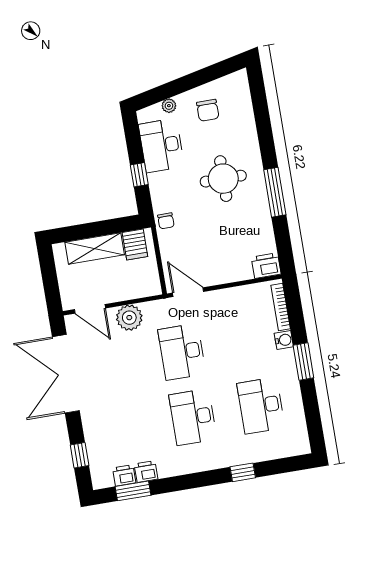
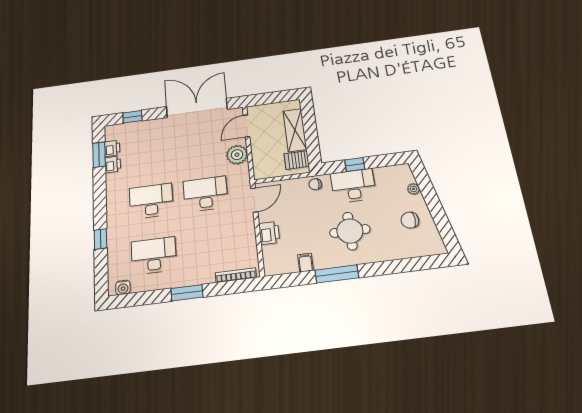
desk: (161, 145) -> (353, 186), moved
filing cabinet: (263, 228) -> (305, 263), added
printer: (266, 266) -> (269, 233), moved
water cooler: (284, 340) -> (123, 287), moved

